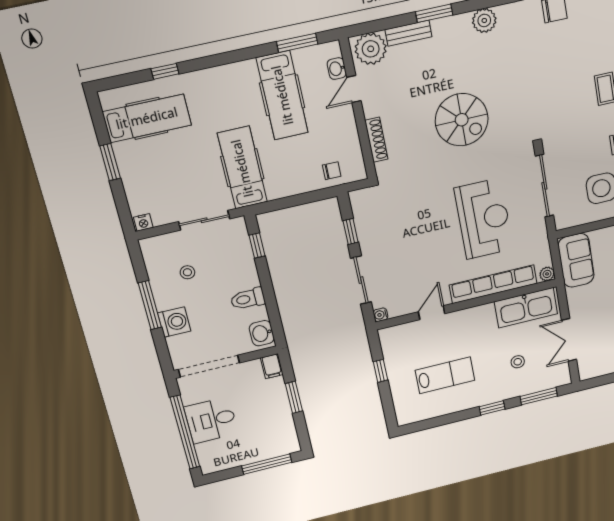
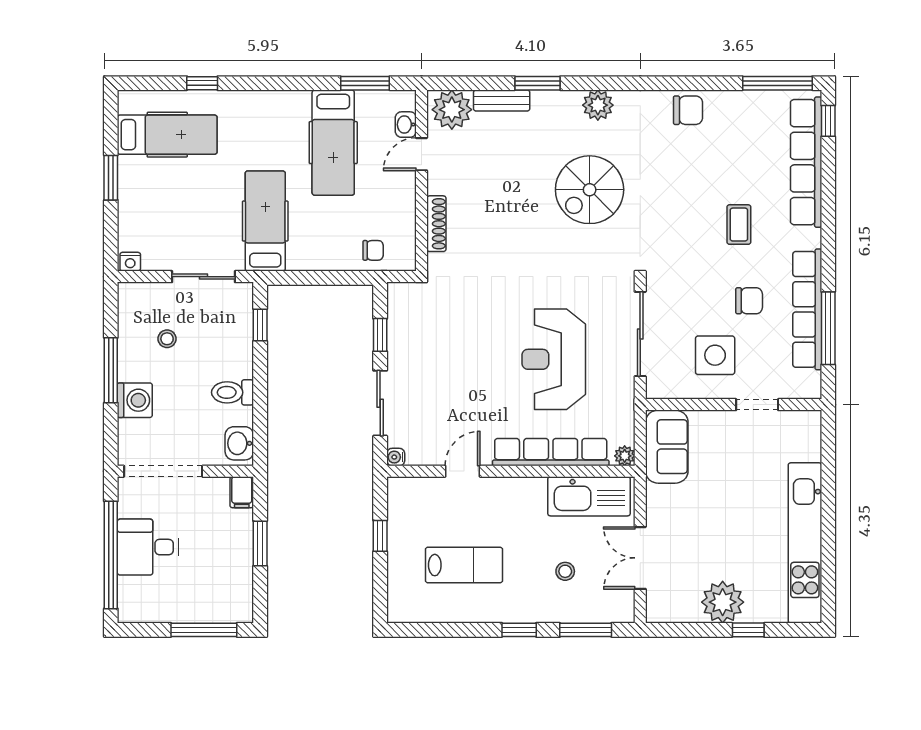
spiral stairs: (462, 120) -> (590, 190), moved, turned 90
reception desk: (484, 219) -> (554, 359), turned 180

